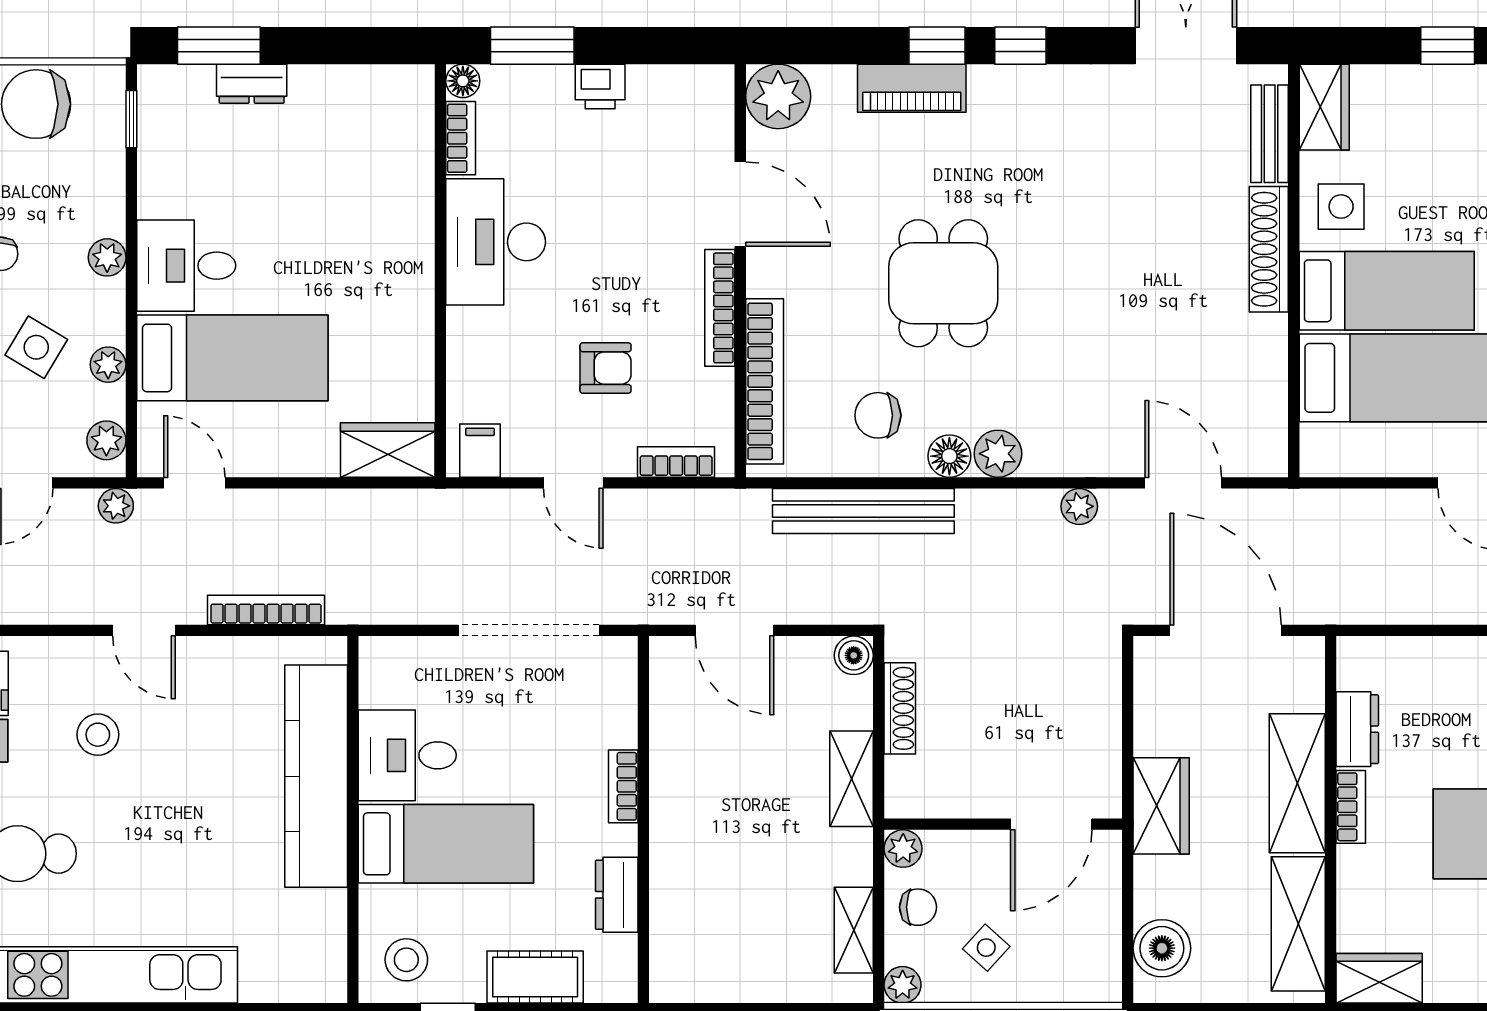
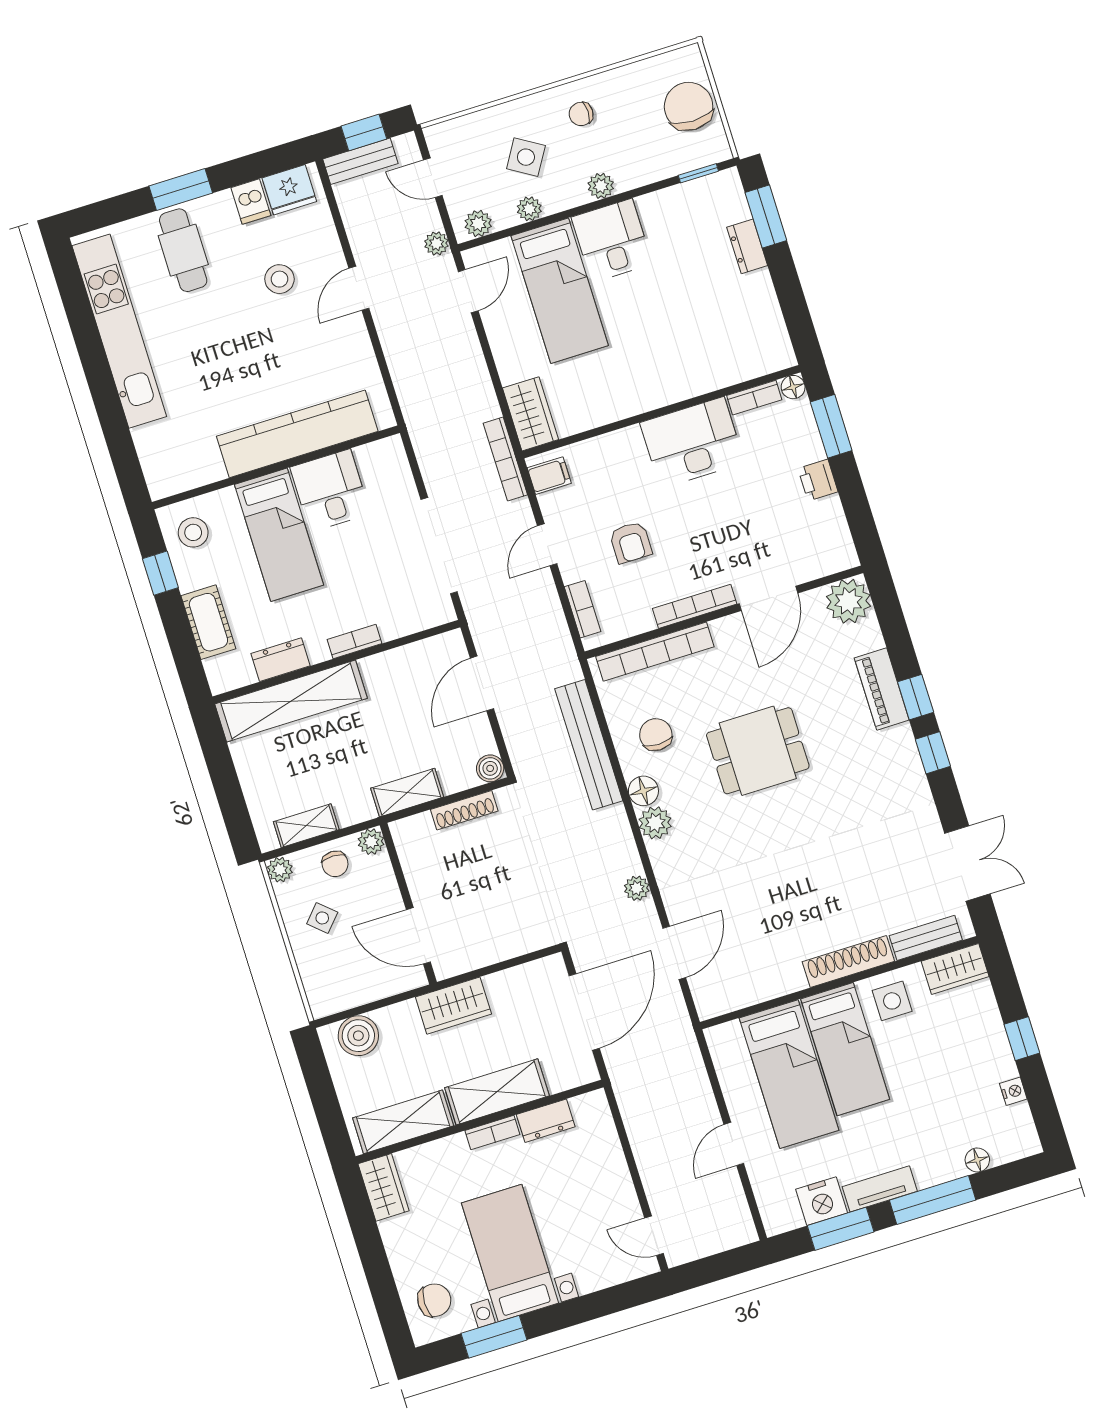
bookcase: (266, 610) -> (505, 459), moved, turned 180
shelving: (678, 898) -> (291, 701), added

